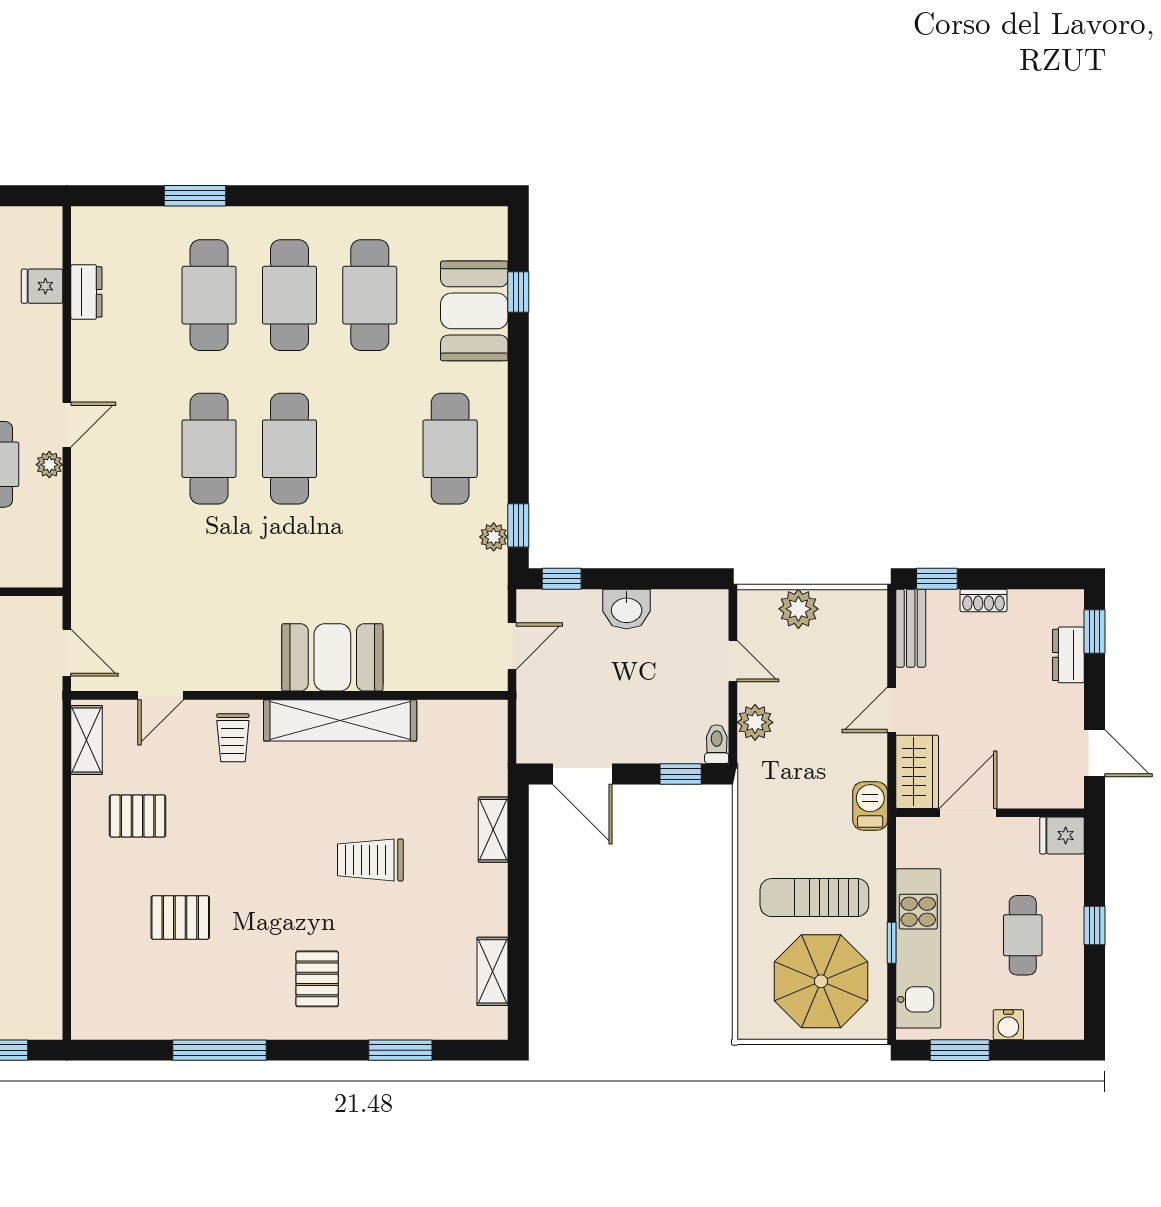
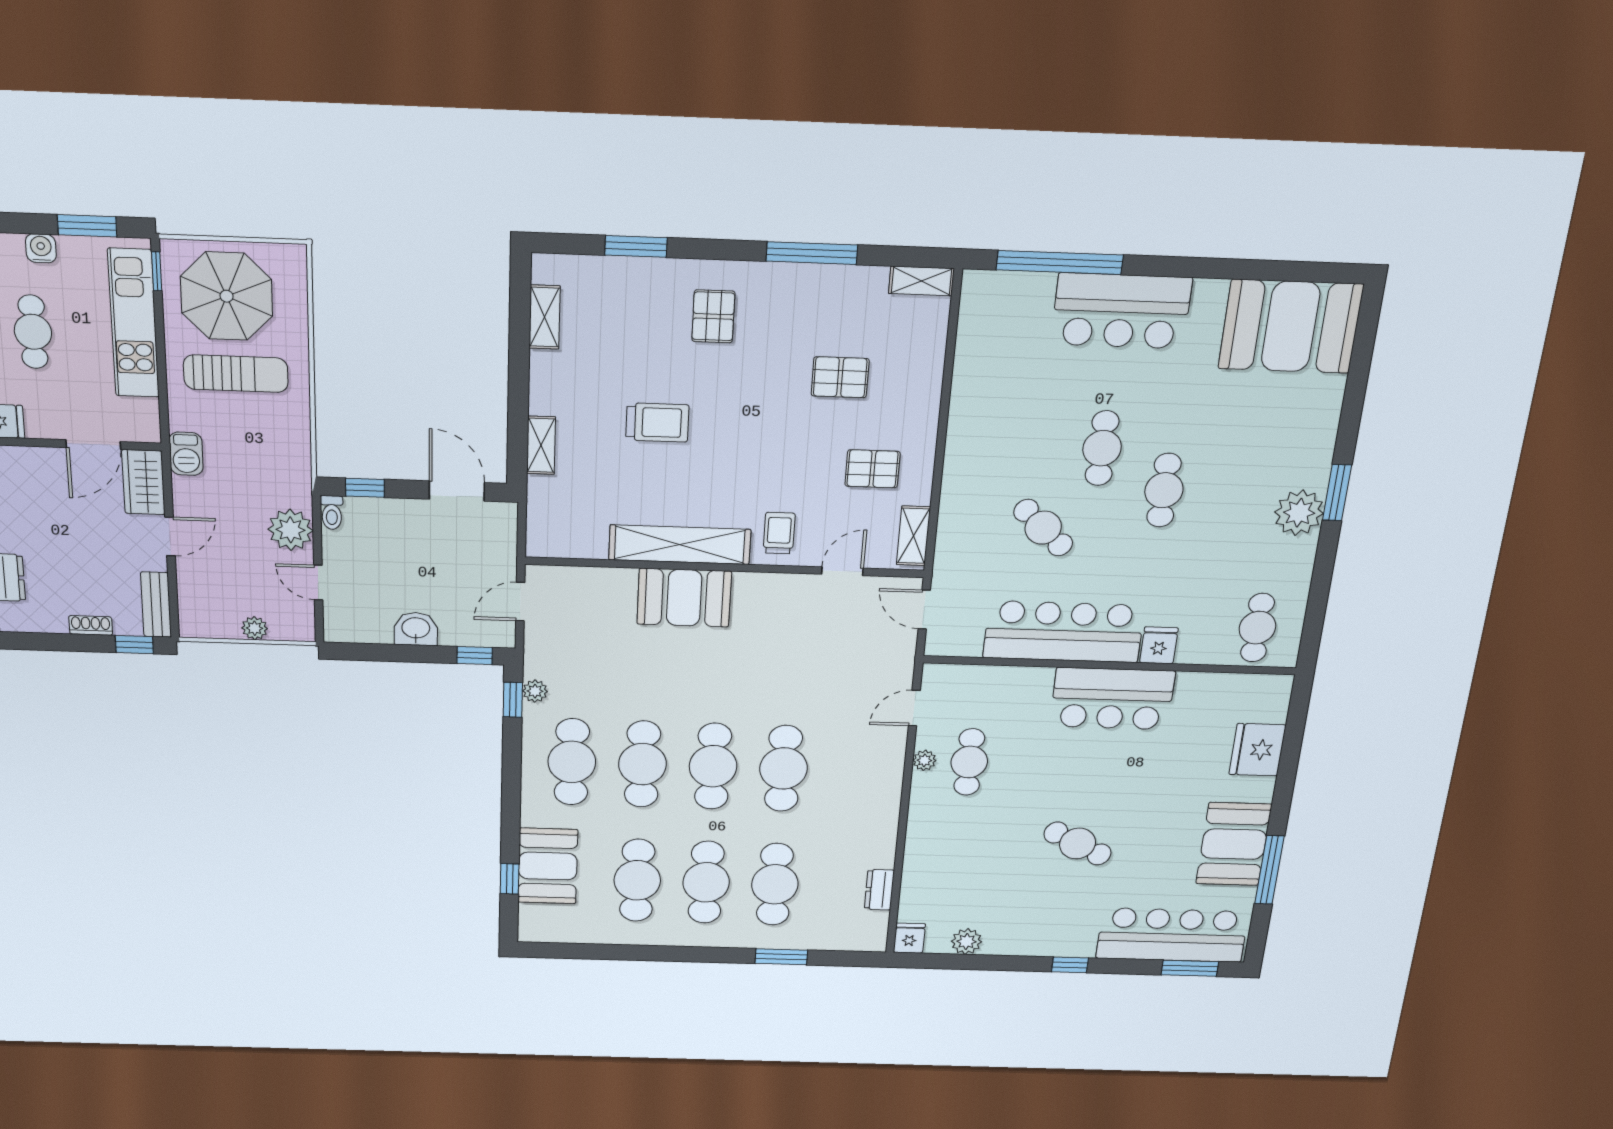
fridge: (42, 286) -> (909, 938), moved, turned -90
door: (67, 425) -> (914, 708), moved
cafe table: (370, 449) -> (642, 764), added
plant: (798, 609) -> (255, 628), width x0.73, depth x0.73
plant: (755, 722) -> (290, 530), width x1.36, depth x1.36
window: (892, 943) -> (157, 271), moved
shelving: (104, 1025) -> (921, 281), added

